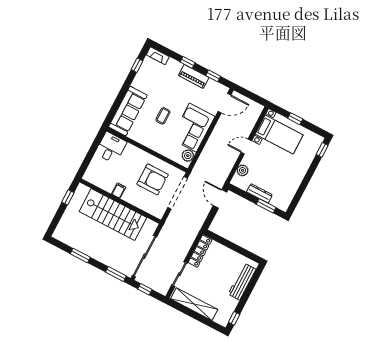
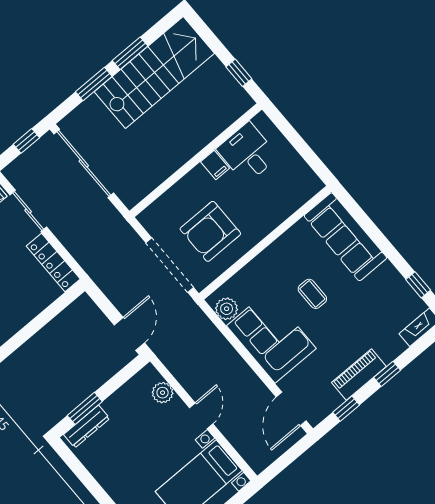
desk: (111, 148) -> (248, 153), moved, turned 180
dresser: (259, 193) -> (87, 427), moved
door: (220, 199) -> (129, 334), hinge flipped
stairs: (113, 215) -> (154, 73), moved, turned 180
window: (116, 274) -> (94, 84), moved

